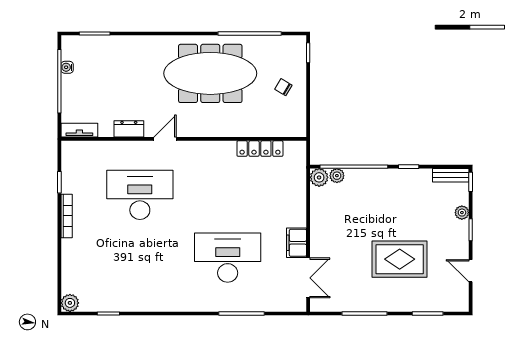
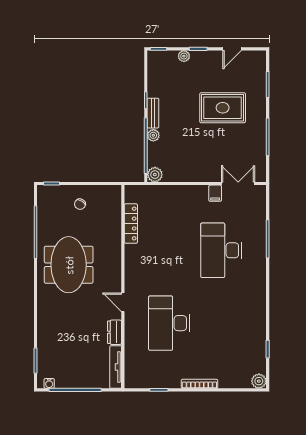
water cooler: (67, 67) -> (49, 383), moved
meeting table: (210, 73) -> (69, 265), width x0.73
tv unit: (79, 130) -> (116, 367), width x1.41
bench: (451, 175) -> (153, 113), moved
plant: (337, 176) -> (153, 135), moved
bookcase: (67, 216) -> (199, 384), moved
filing cabinet: (297, 243) -> (215, 193), width x0.50
rug: (400, 259) -> (223, 108), turned 90

